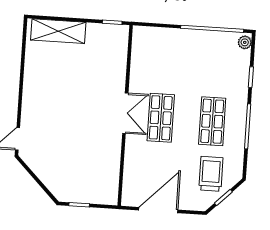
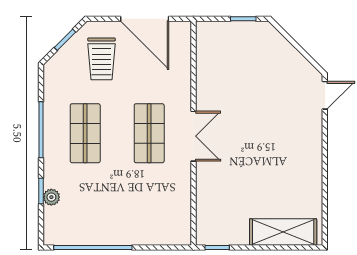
plant: (245, 42) -> (51, 197), moved
double door: (125, 113) -> (193, 136), swing flipped
trolley: (211, 174) -> (102, 59), moved
door: (158, 210) -> (145, 19), hinge flipped

